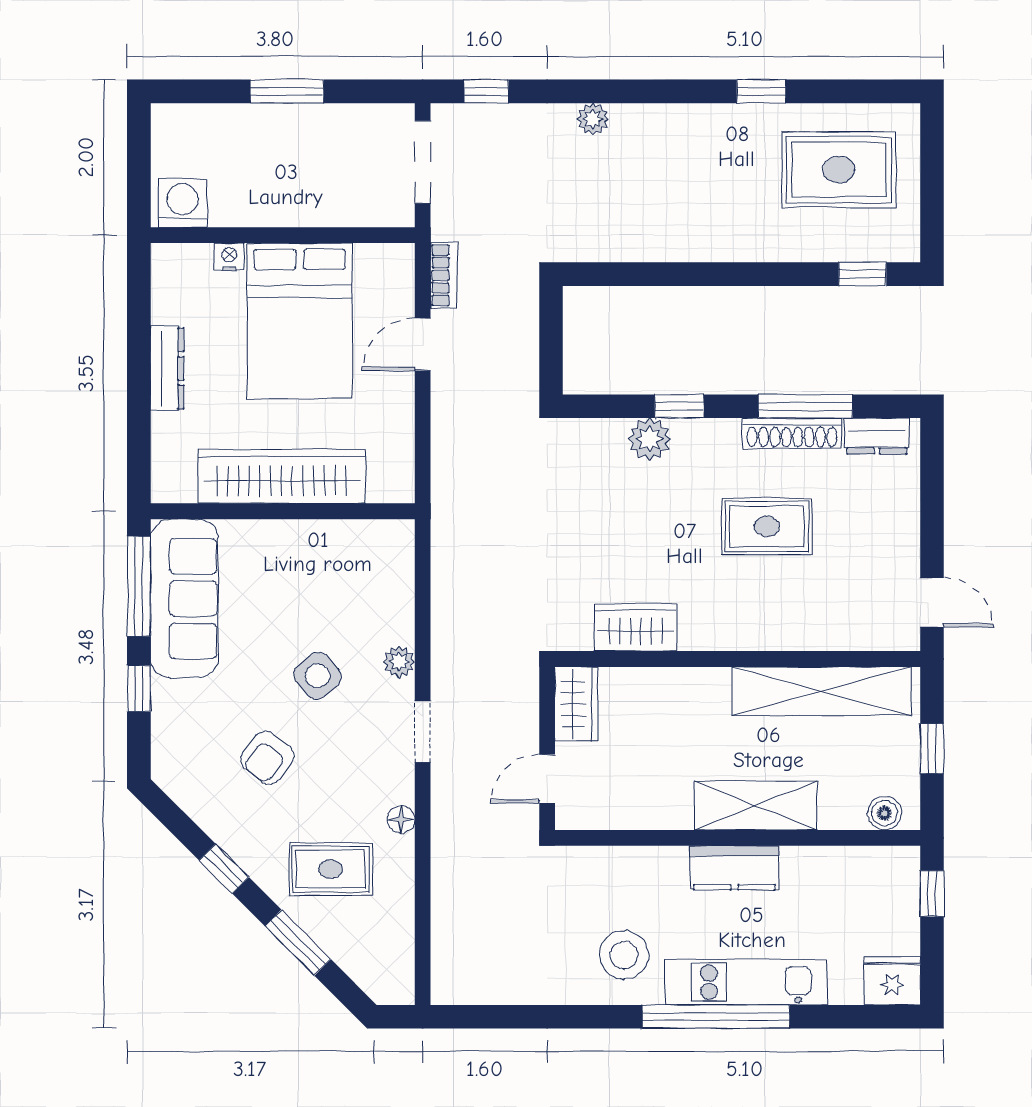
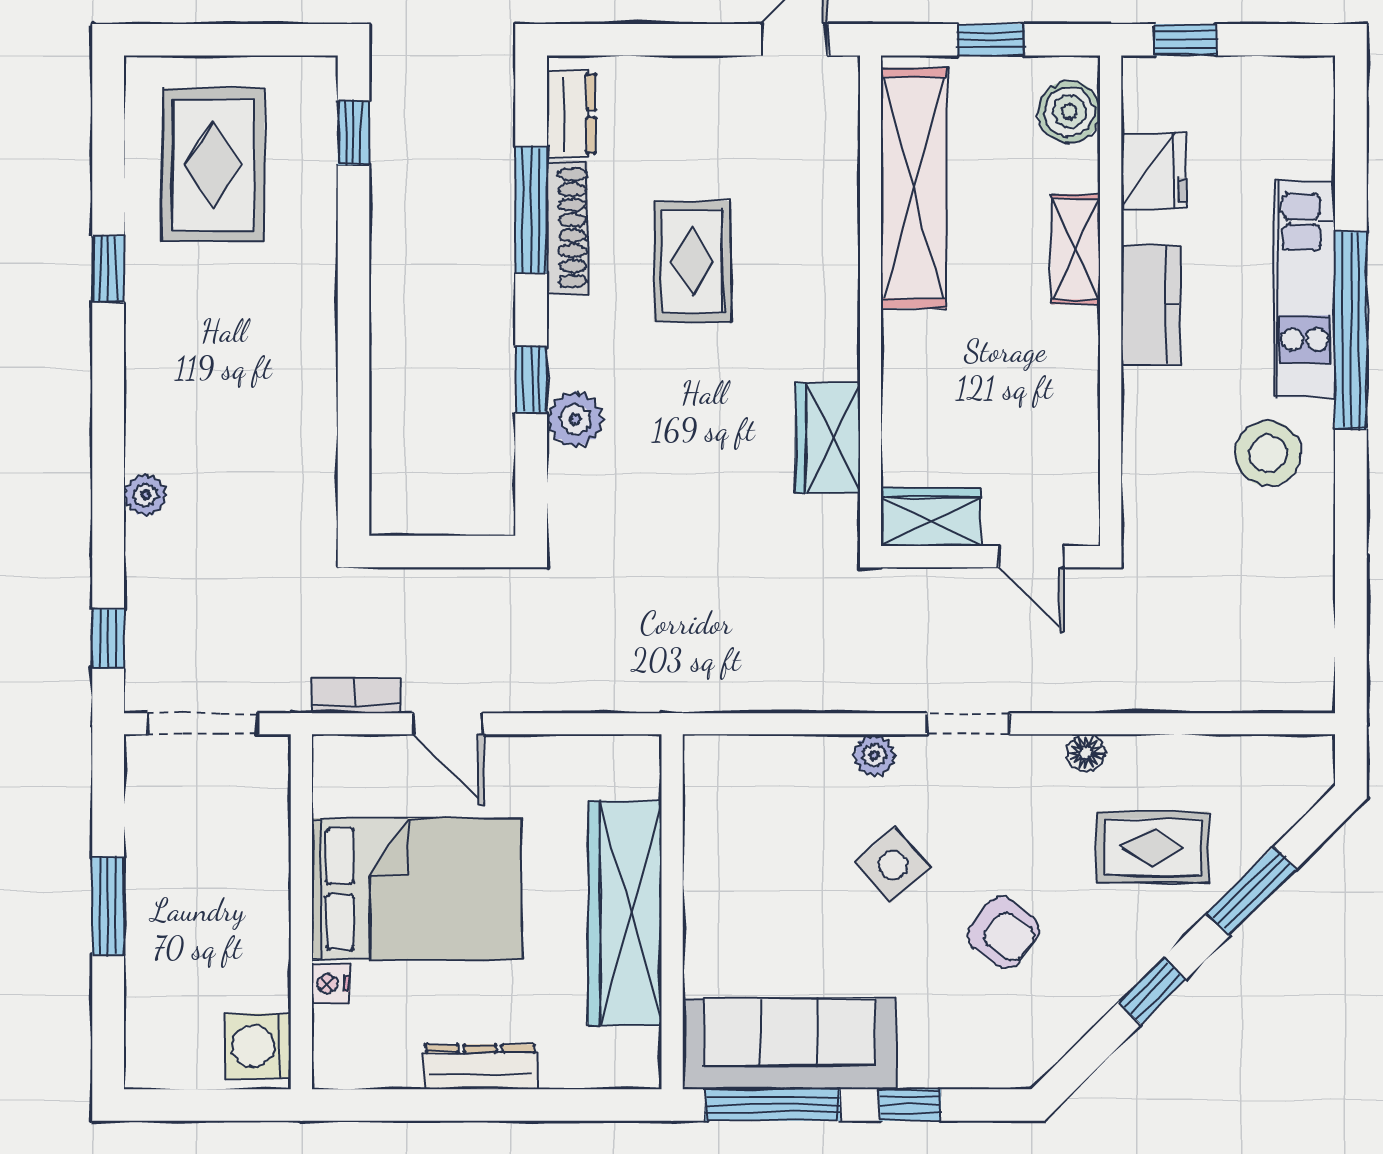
shelving: (756, 806) -> (1076, 249), width x0.67, depth x0.75
boiler: (884, 813) -> (1069, 112), width x1.36, depth x1.36
rug: (331, 869) -> (1153, 847), turned 90
fridge: (892, 981) -> (1154, 170), moved, turned 180

